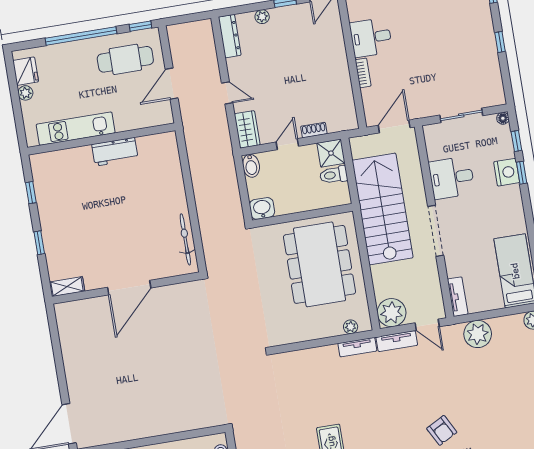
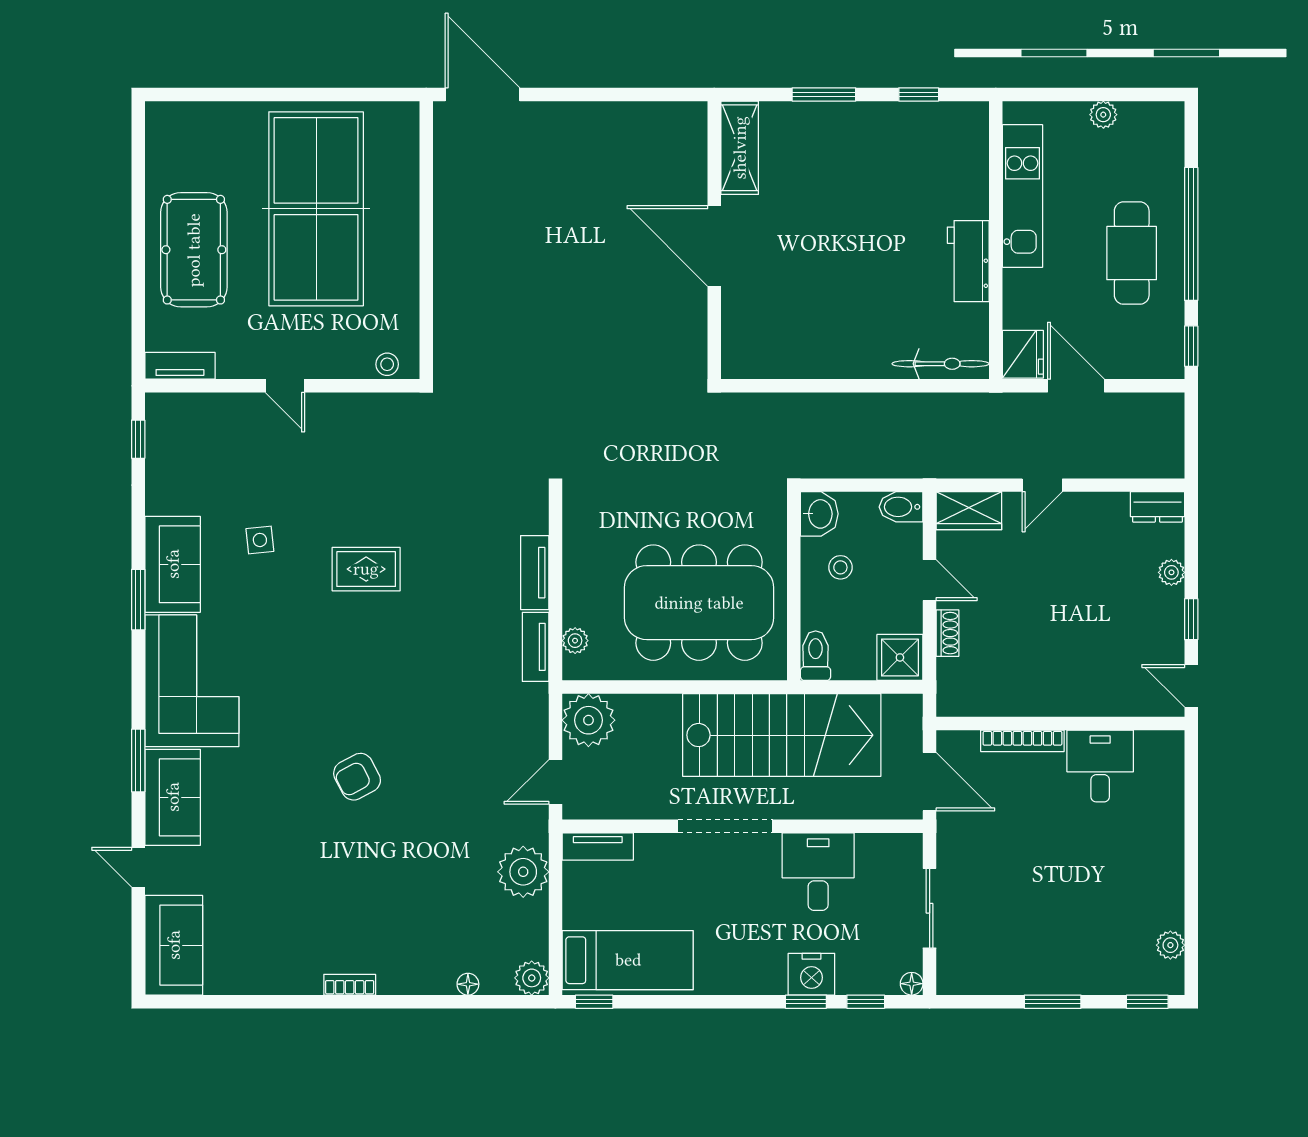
dresser: (230, 36) -> (1157, 507), width x0.70
window: (500, 42) -> (1053, 1002), width x1.50
cafe table: (125, 59) -> (1132, 253), moved
fridge: (26, 71) -> (1023, 354), moved, turned -90
bookcase: (363, 73) -> (1022, 741), width x1.56
toilet: (334, 175) -> (816, 656), moved
stool: (288, 193) -> (840, 567), added
bicycle: (185, 239) -> (940, 364), moved
window: (39, 243) -> (824, 94), width x1.50
shelving: (67, 287) -> (740, 148), width x1.50, depth x1.33
tv unit: (397, 341) -> (535, 573), moved

